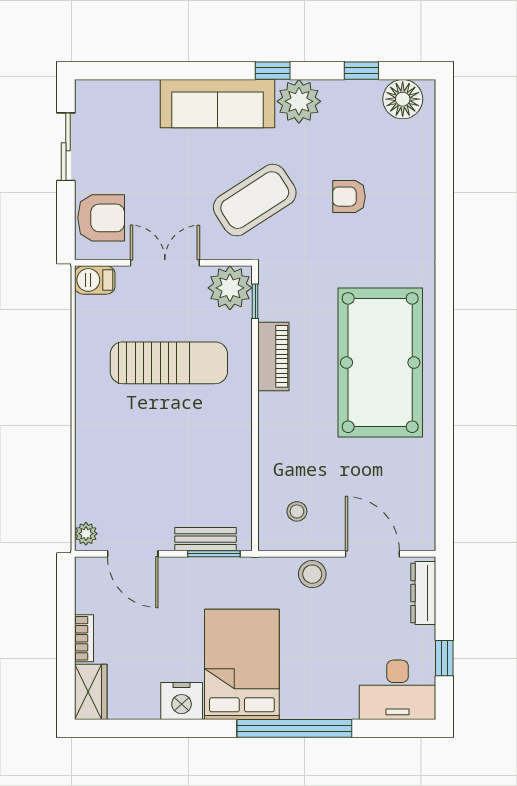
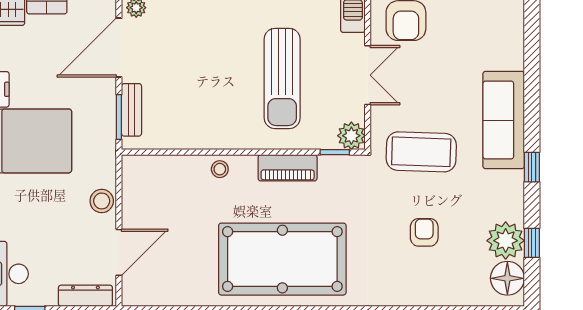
plant: (299, 101) -> (506, 241), moved
coffee table: (255, 200) -> (421, 152), turned -55
plant: (230, 288) -> (351, 136), width x0.73, depth x0.73
stool: (297, 511) -> (220, 169), moved
door: (133, 554) -> (119, 48), width x1.36

